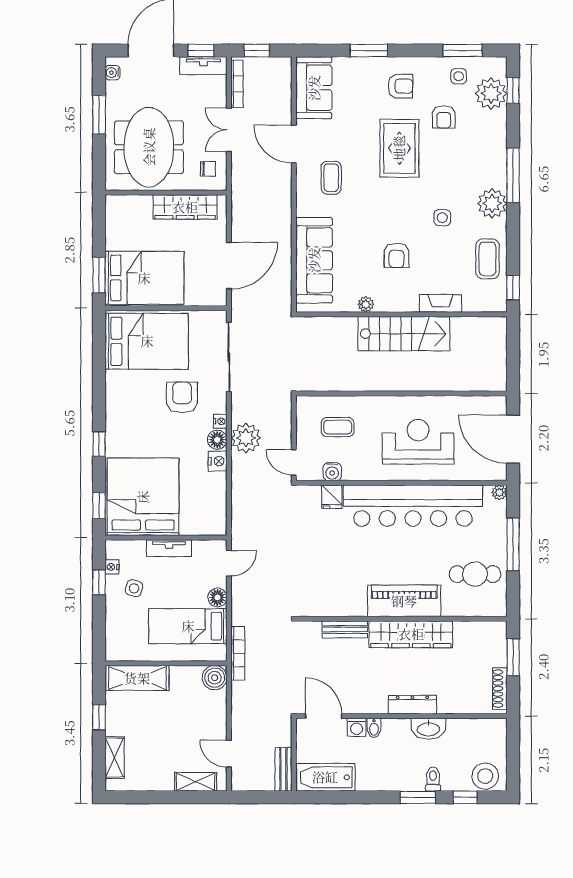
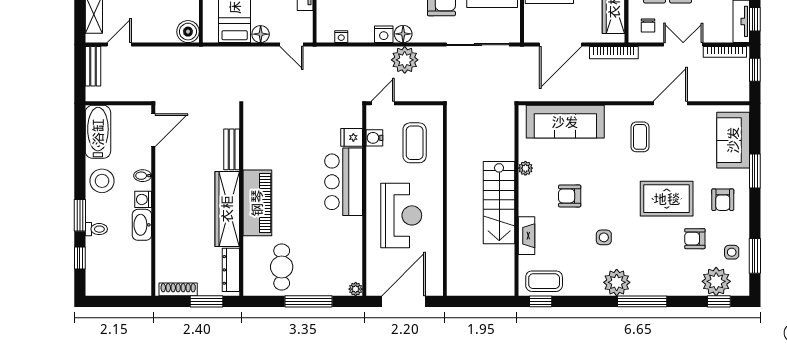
sofa: (314, 88) -> (733, 140), moved, turned 90
coffee table: (331, 178) -> (640, 137), turned 90
coffee table: (488, 259) -> (544, 281), moved
door: (229, 266) -> (561, 45), hinge flipped
nightstand: (220, 421) -> (341, 37), moved
coffee table: (338, 427) -> (415, 143), width x1.36, depth x1.30
bar counter: (413, 506) -> (344, 182), width x0.54
bookcase: (238, 653) -> (614, 53), moved
dresser: (412, 705) -> (231, 270), moved, turned 180
washing machine: (357, 727) -> (143, 199), moved
bench: (283, 769) -> (93, 66), moved, turned 90
stool: (485, 776) -> (102, 181), moved

